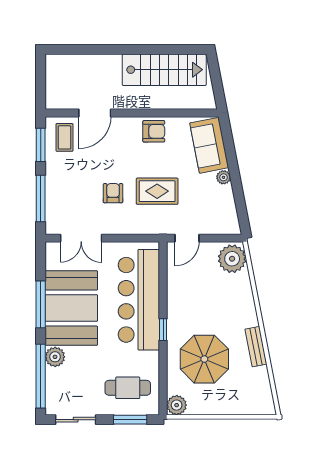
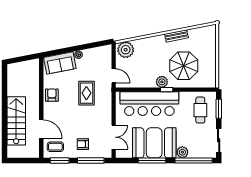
stairs: (164, 70) -> (16, 121), moved
armchair: (113, 193) -> (83, 144), moved
plant: (177, 405) -> (162, 82), moved

